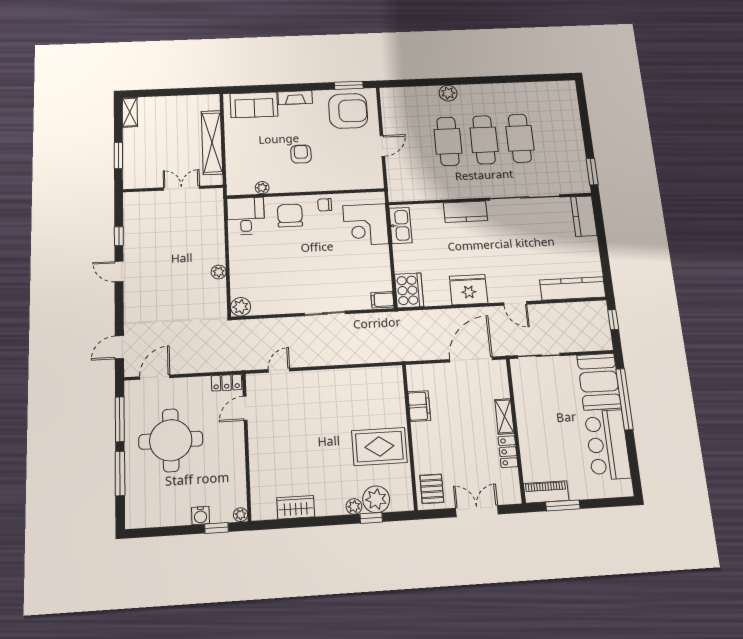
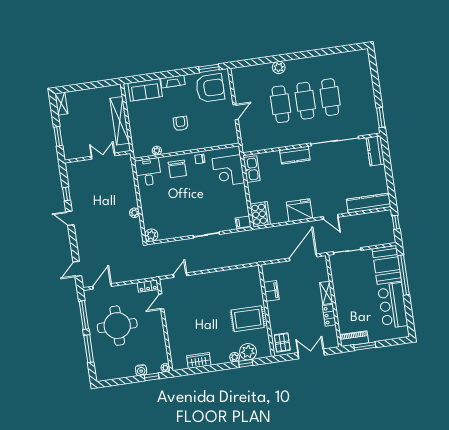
chair: (290, 215) -> (177, 169), turned 180

